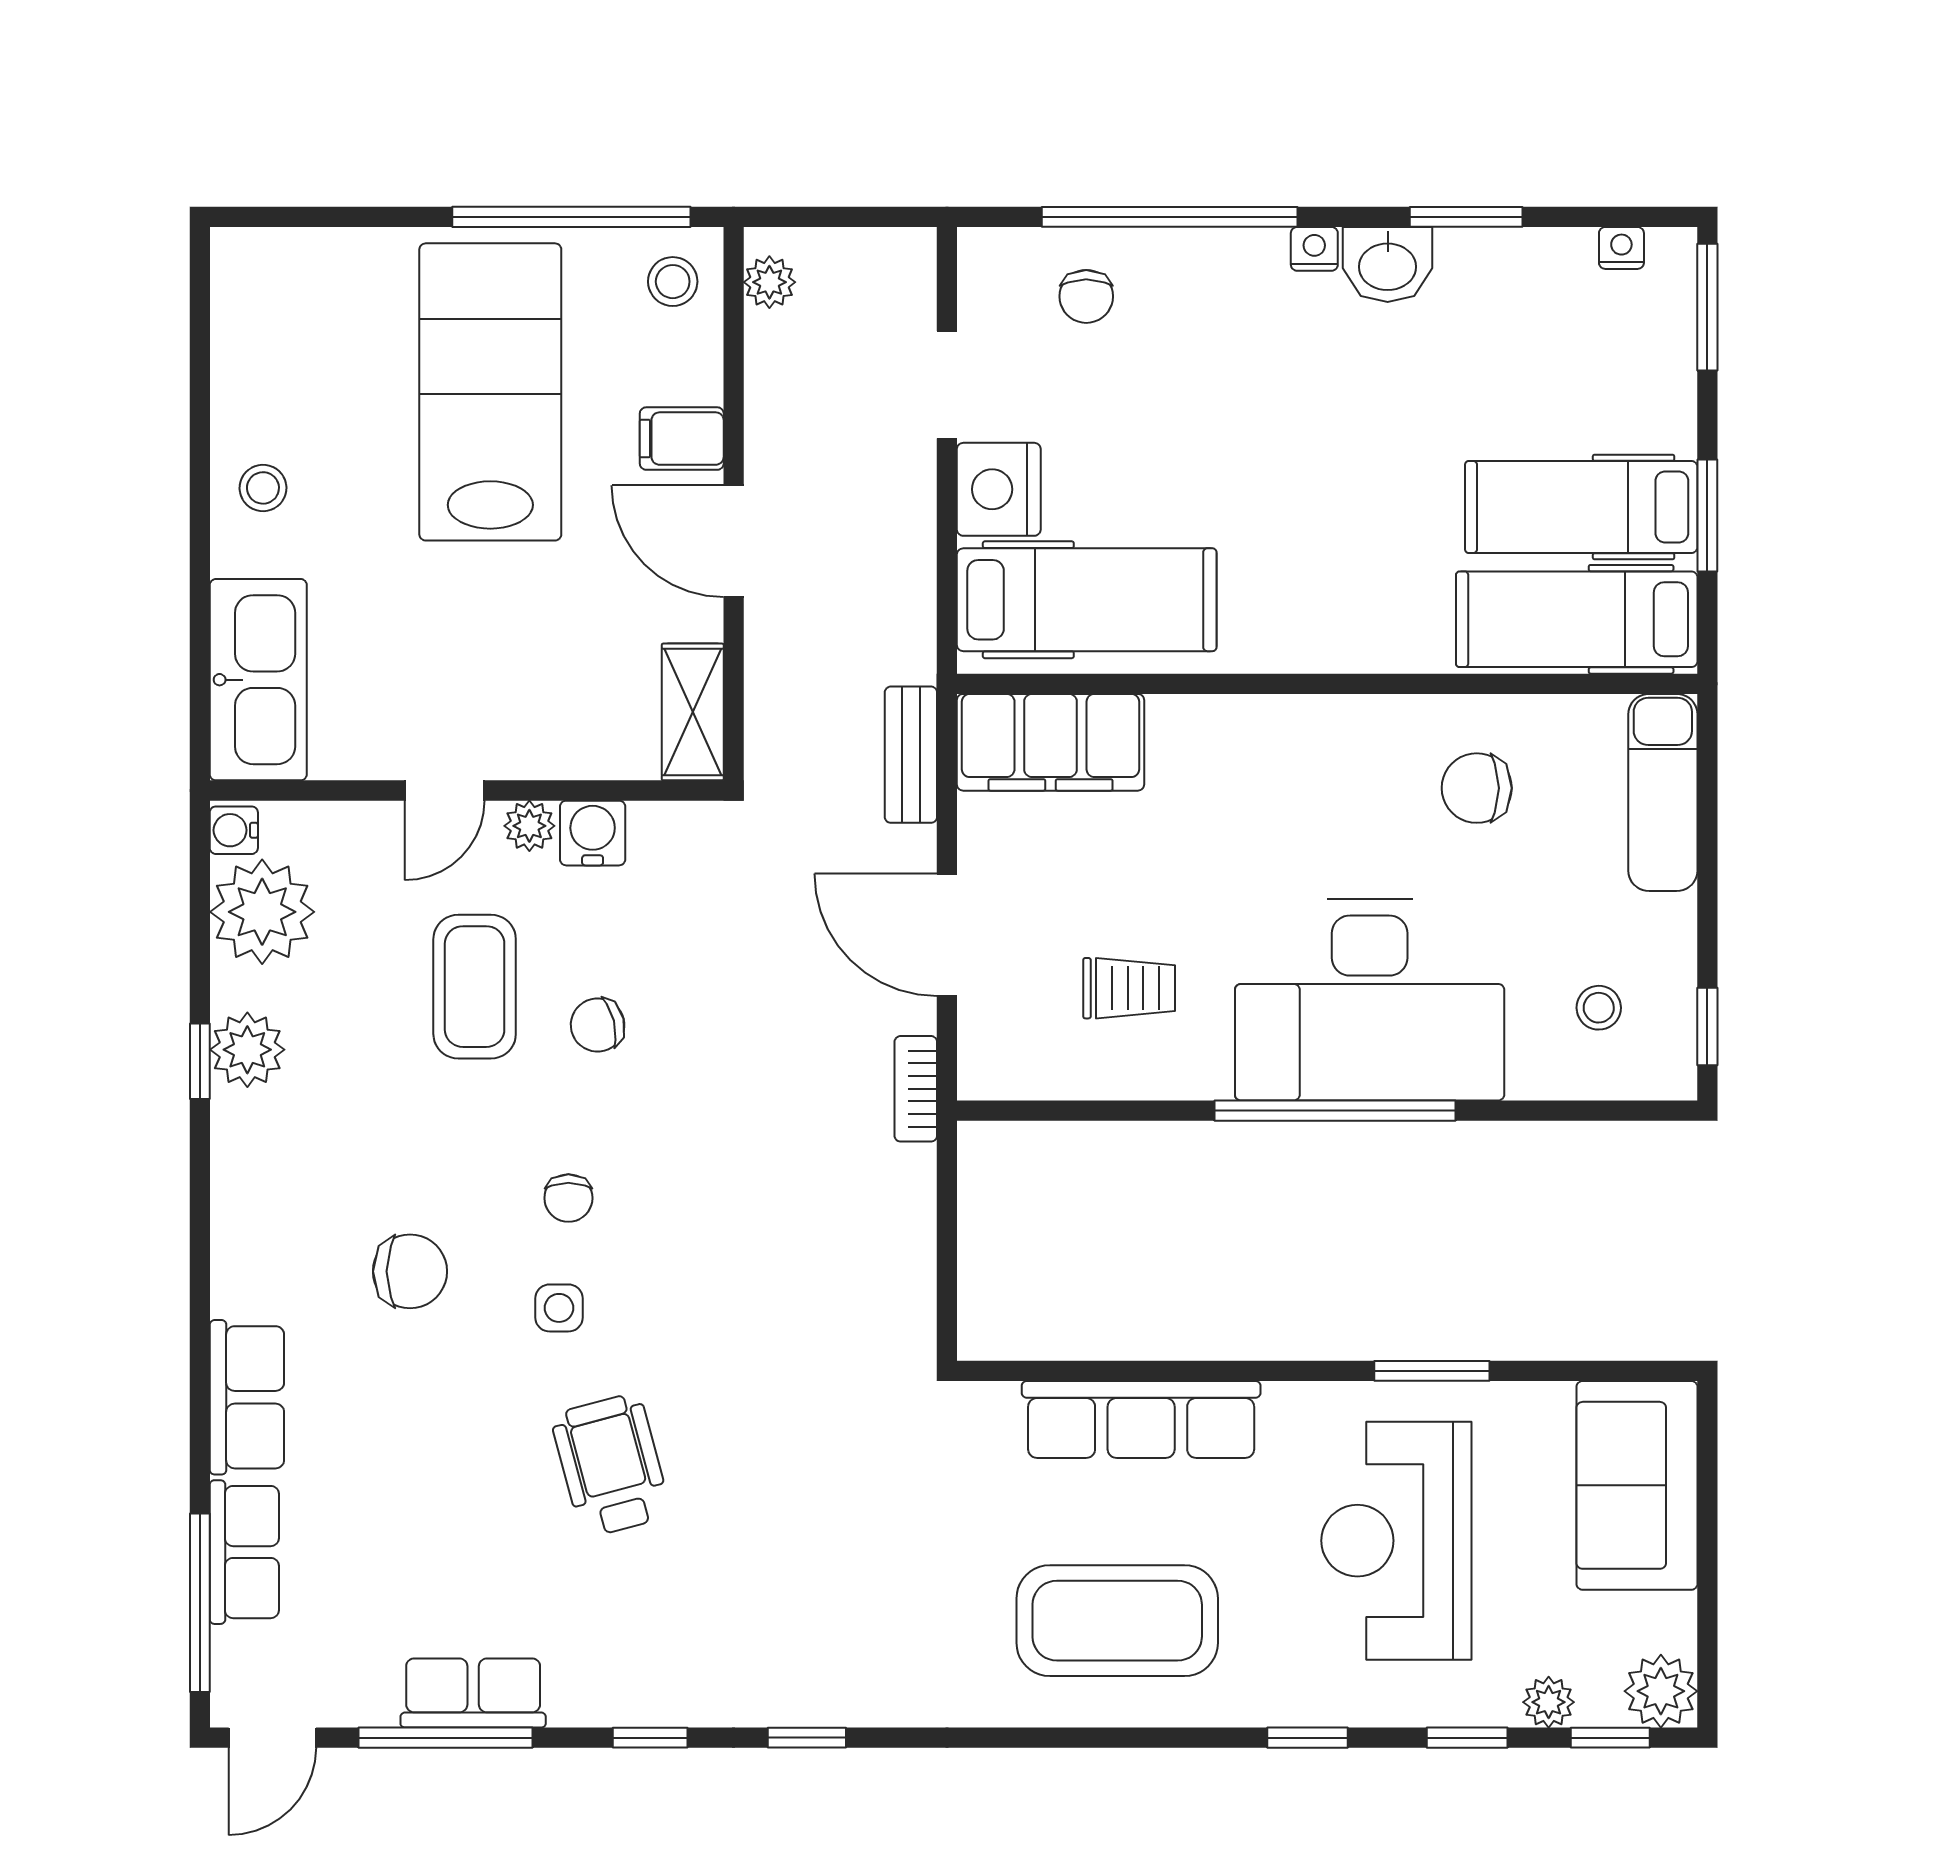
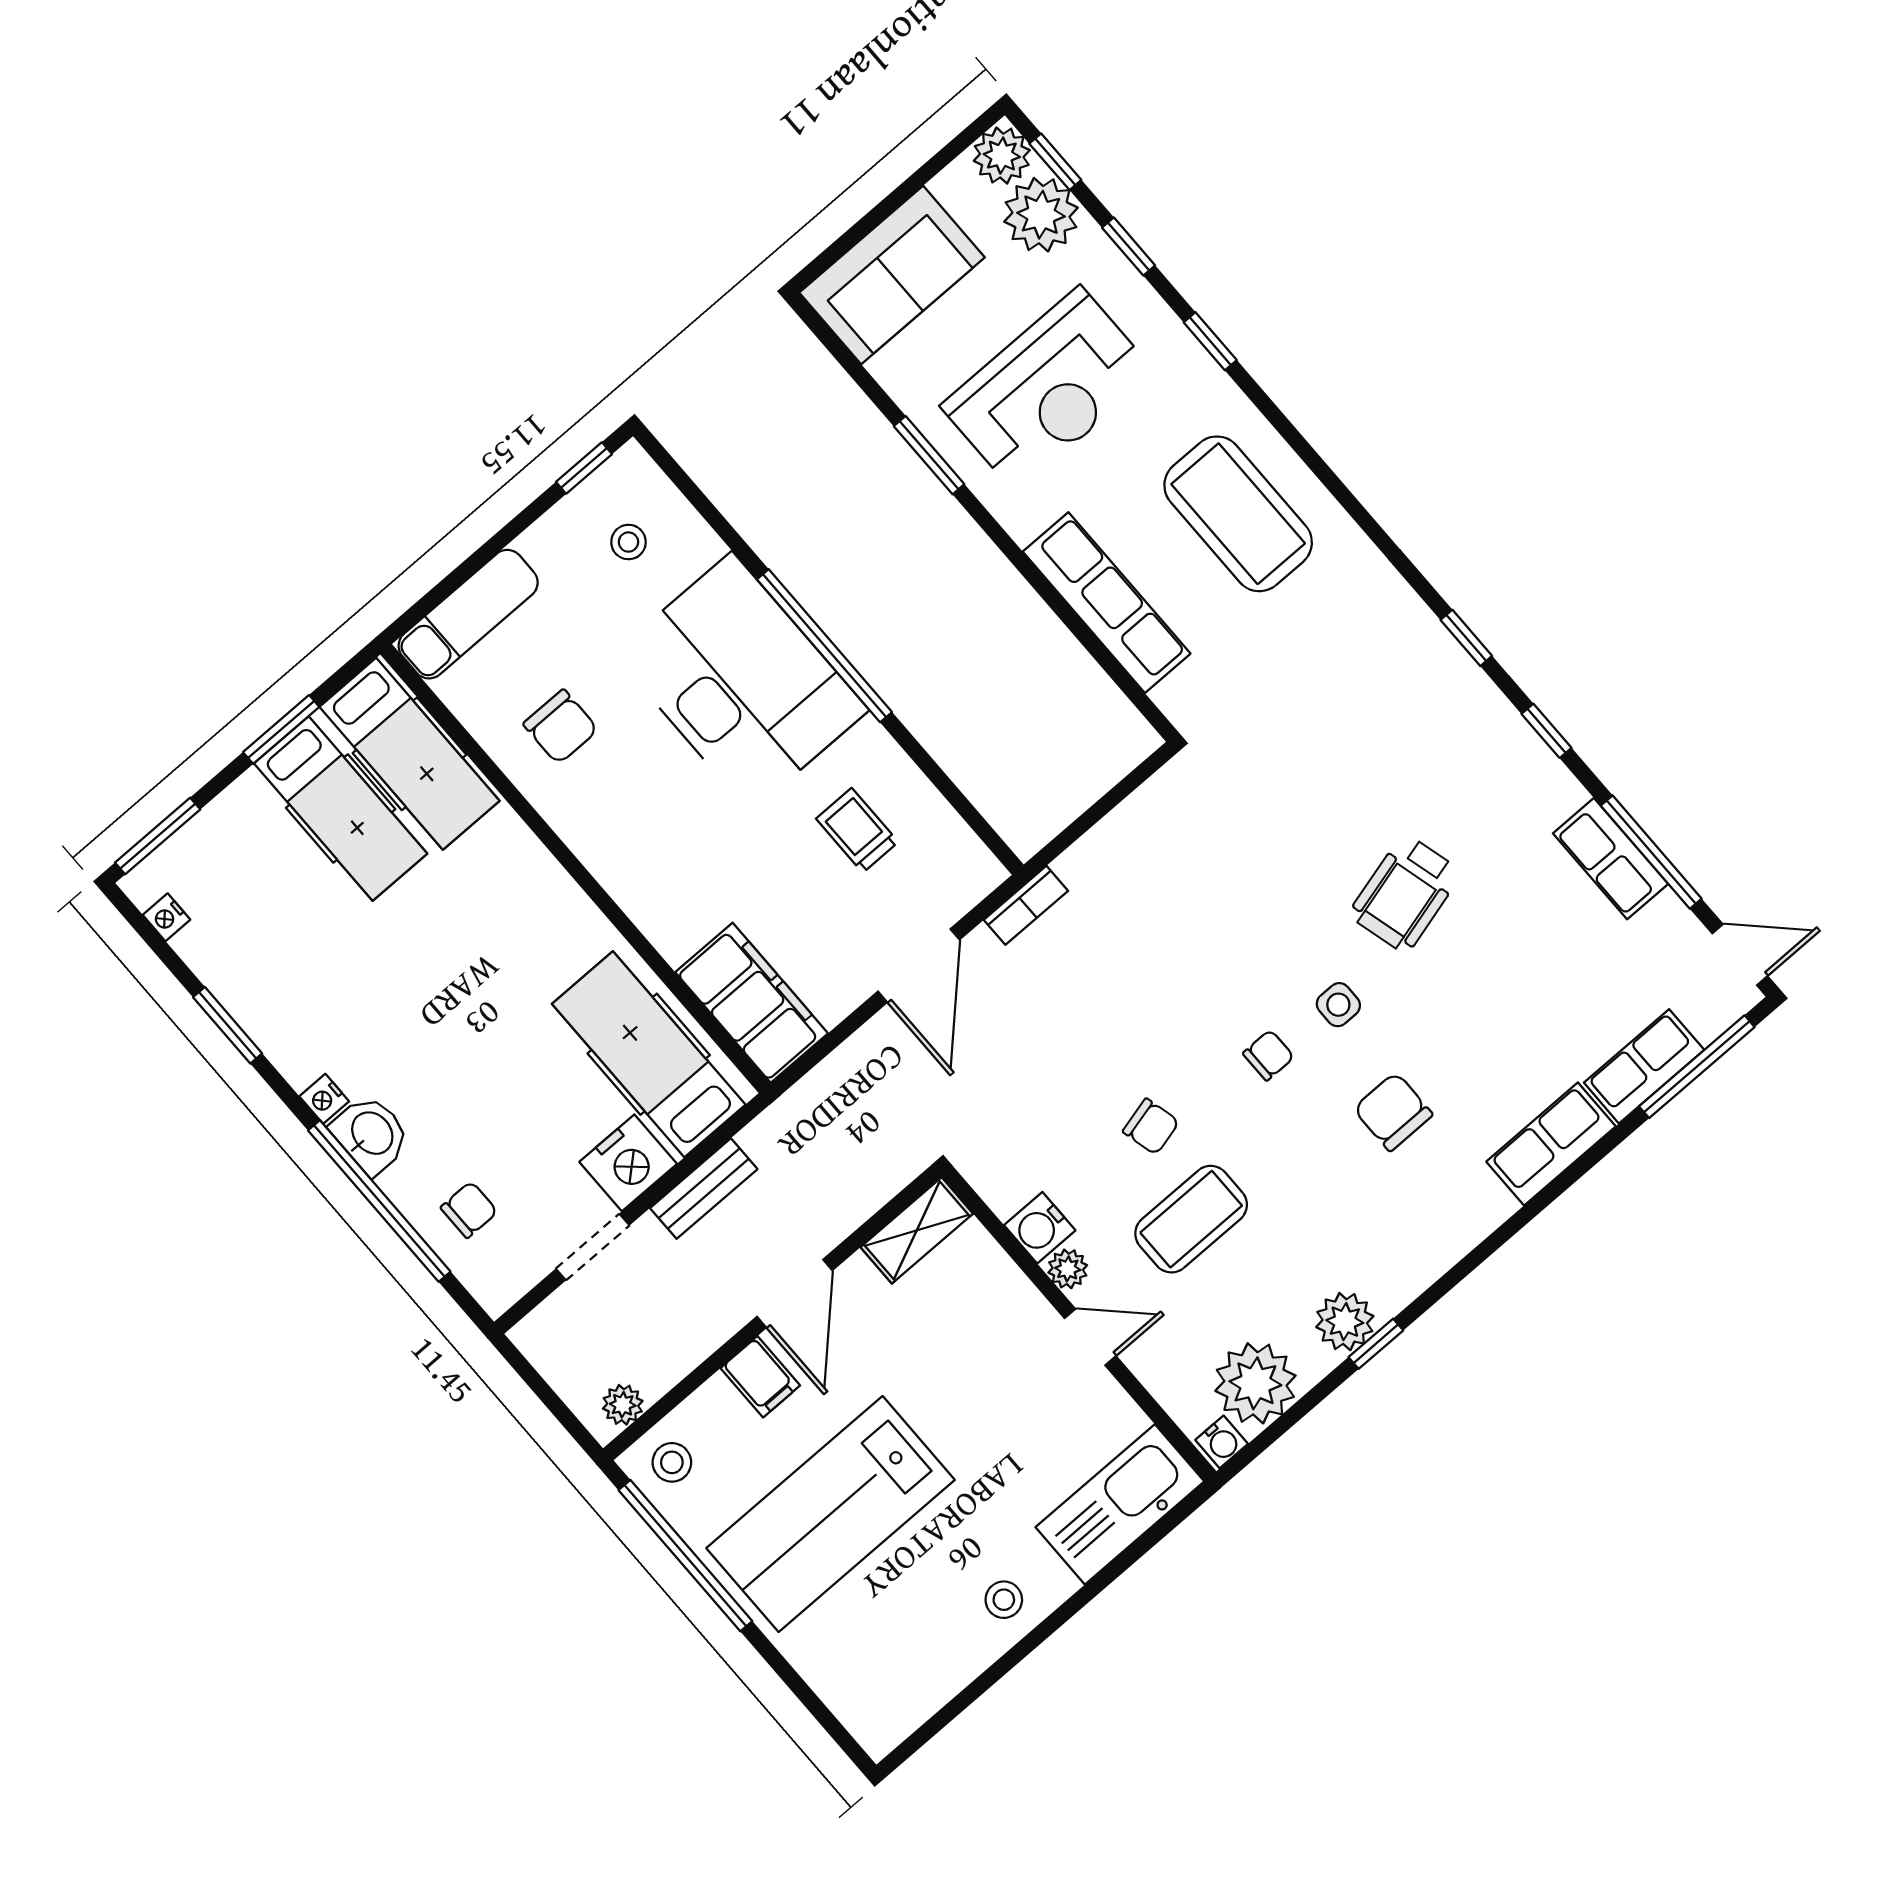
washbasin: (1388, 265) -> (371, 1134), moved
bench: (911, 755) -> (704, 1189), moved
plant: (1549, 1702) -> (1041, 215), width x1.88, depth x1.88

